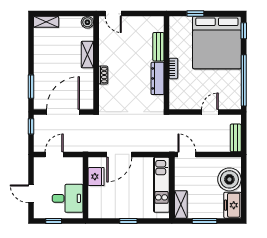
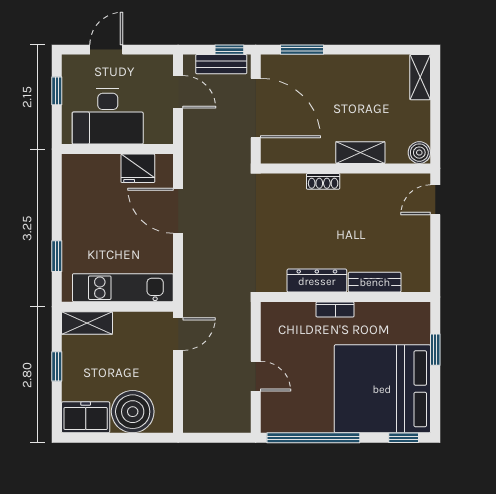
bench: (236, 138) -> (221, 64), moved
desk: (68, 198) -> (108, 116), width x1.37
window: (128, 221) -> (57, 256), moved
window: (205, 221) -> (57, 366), width x0.67

